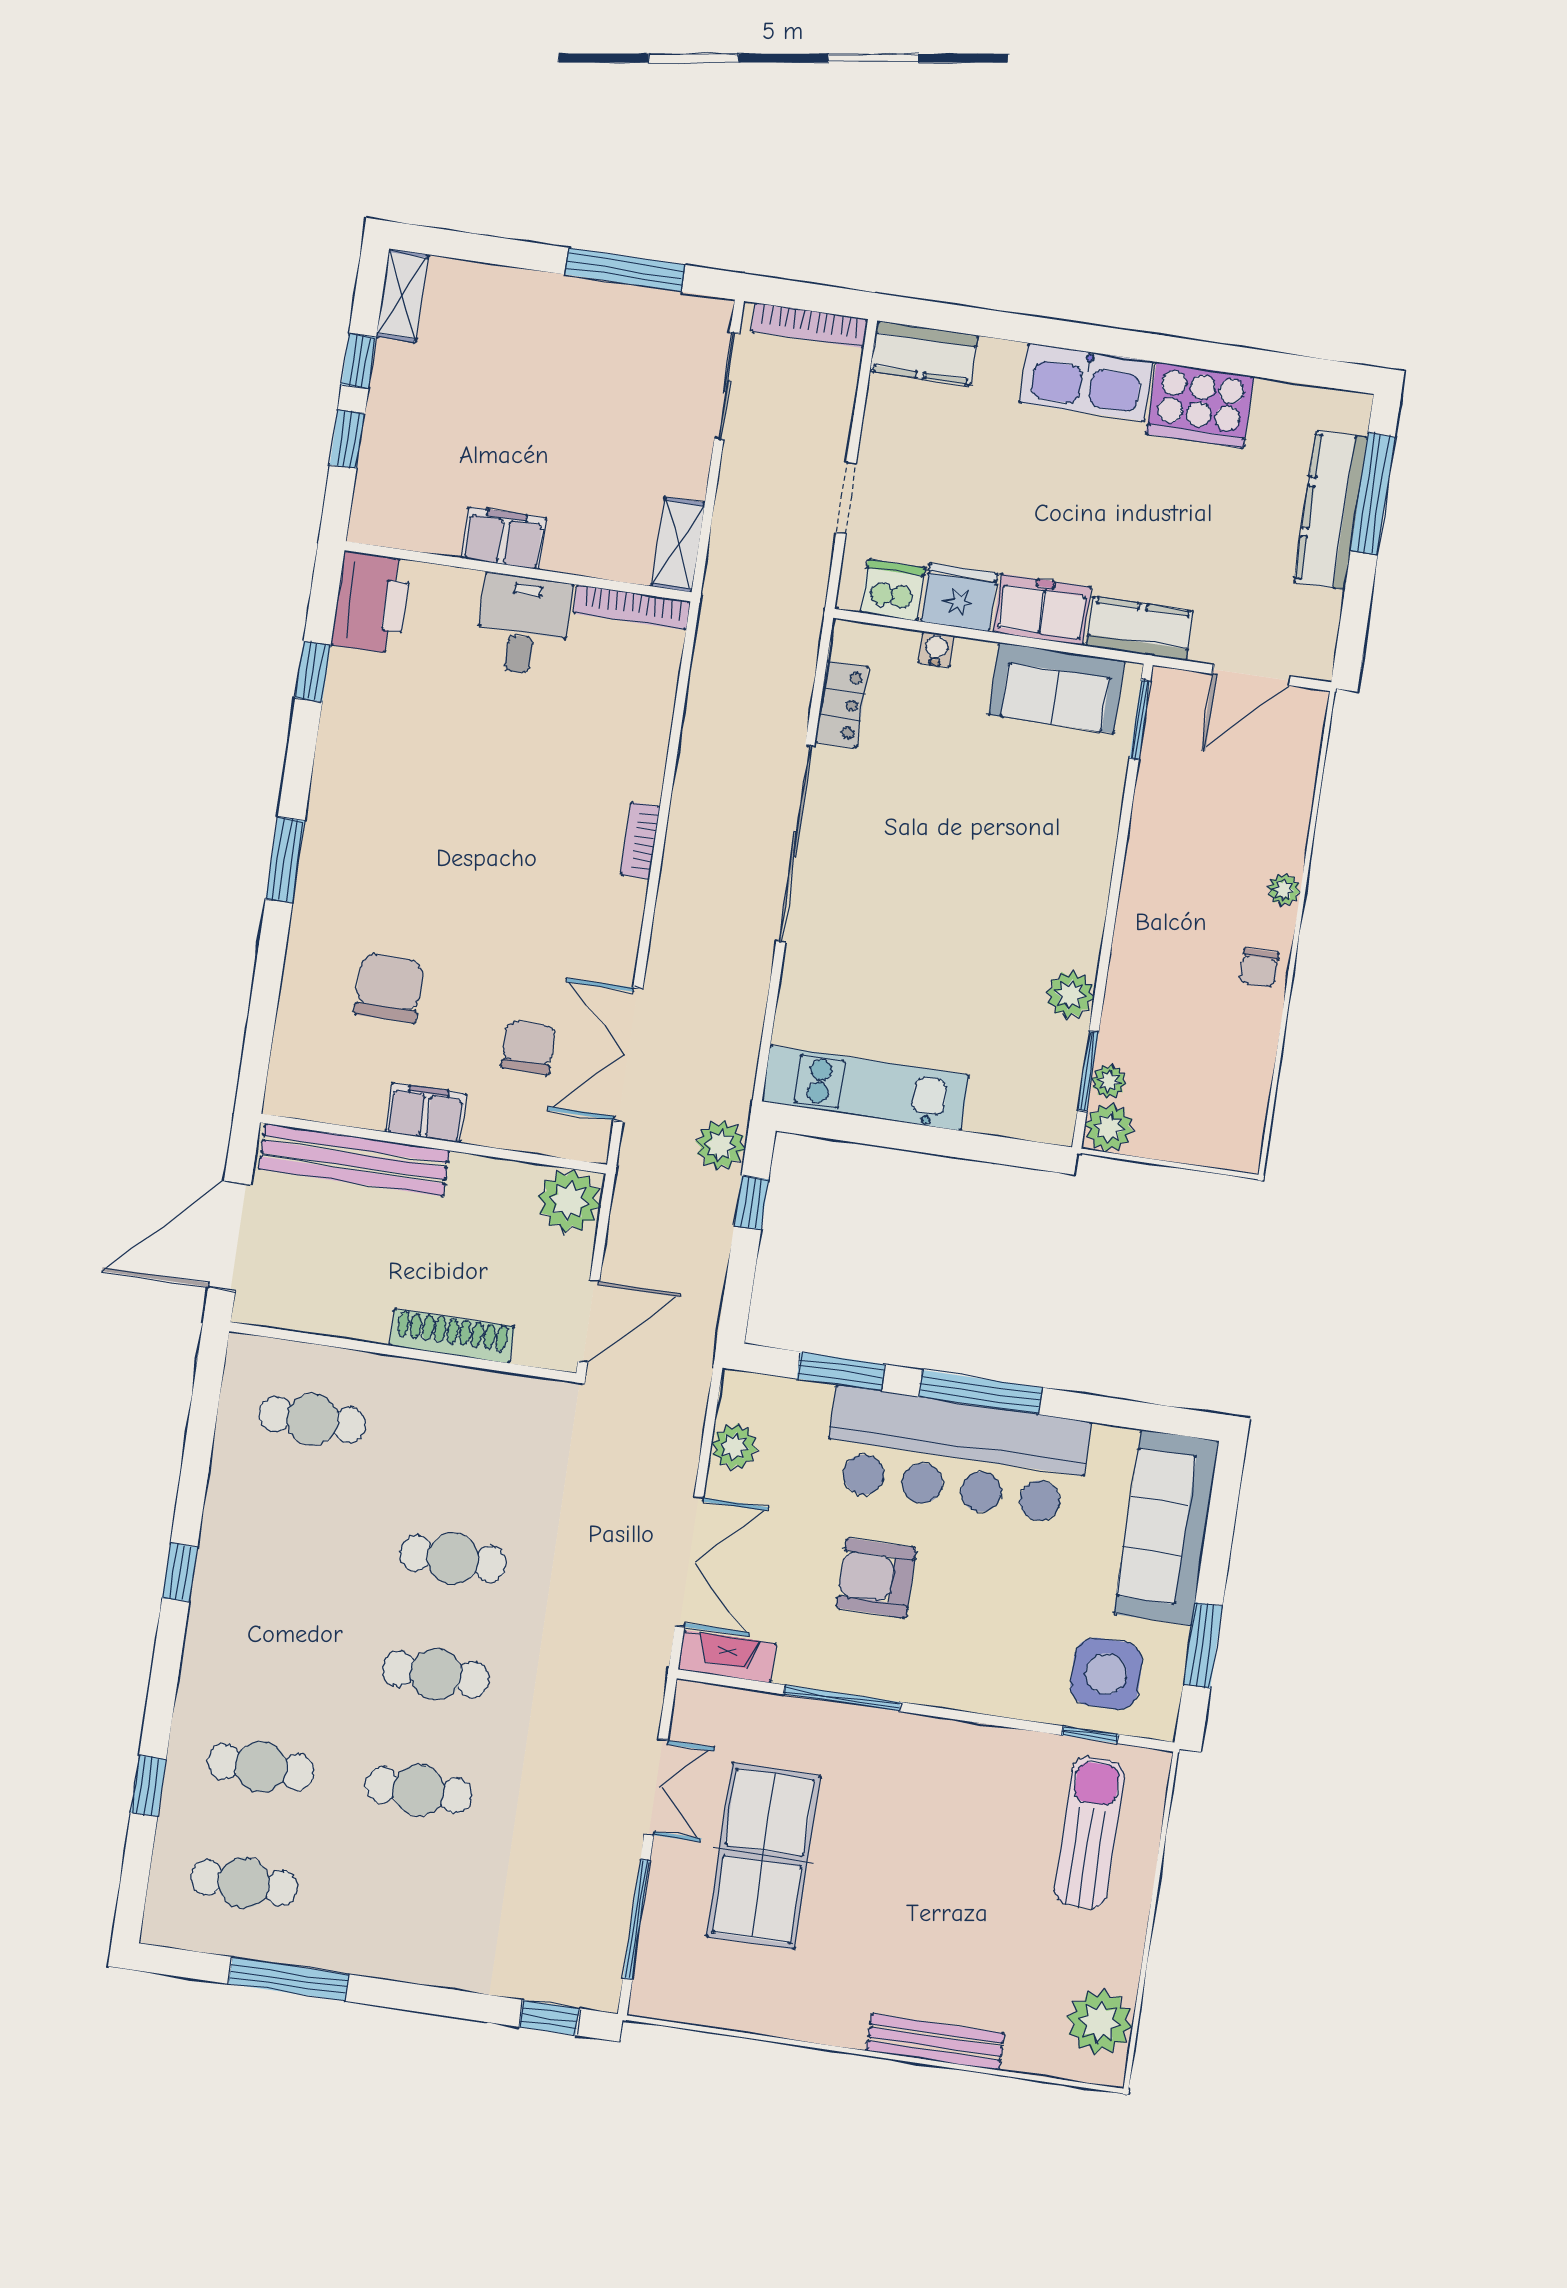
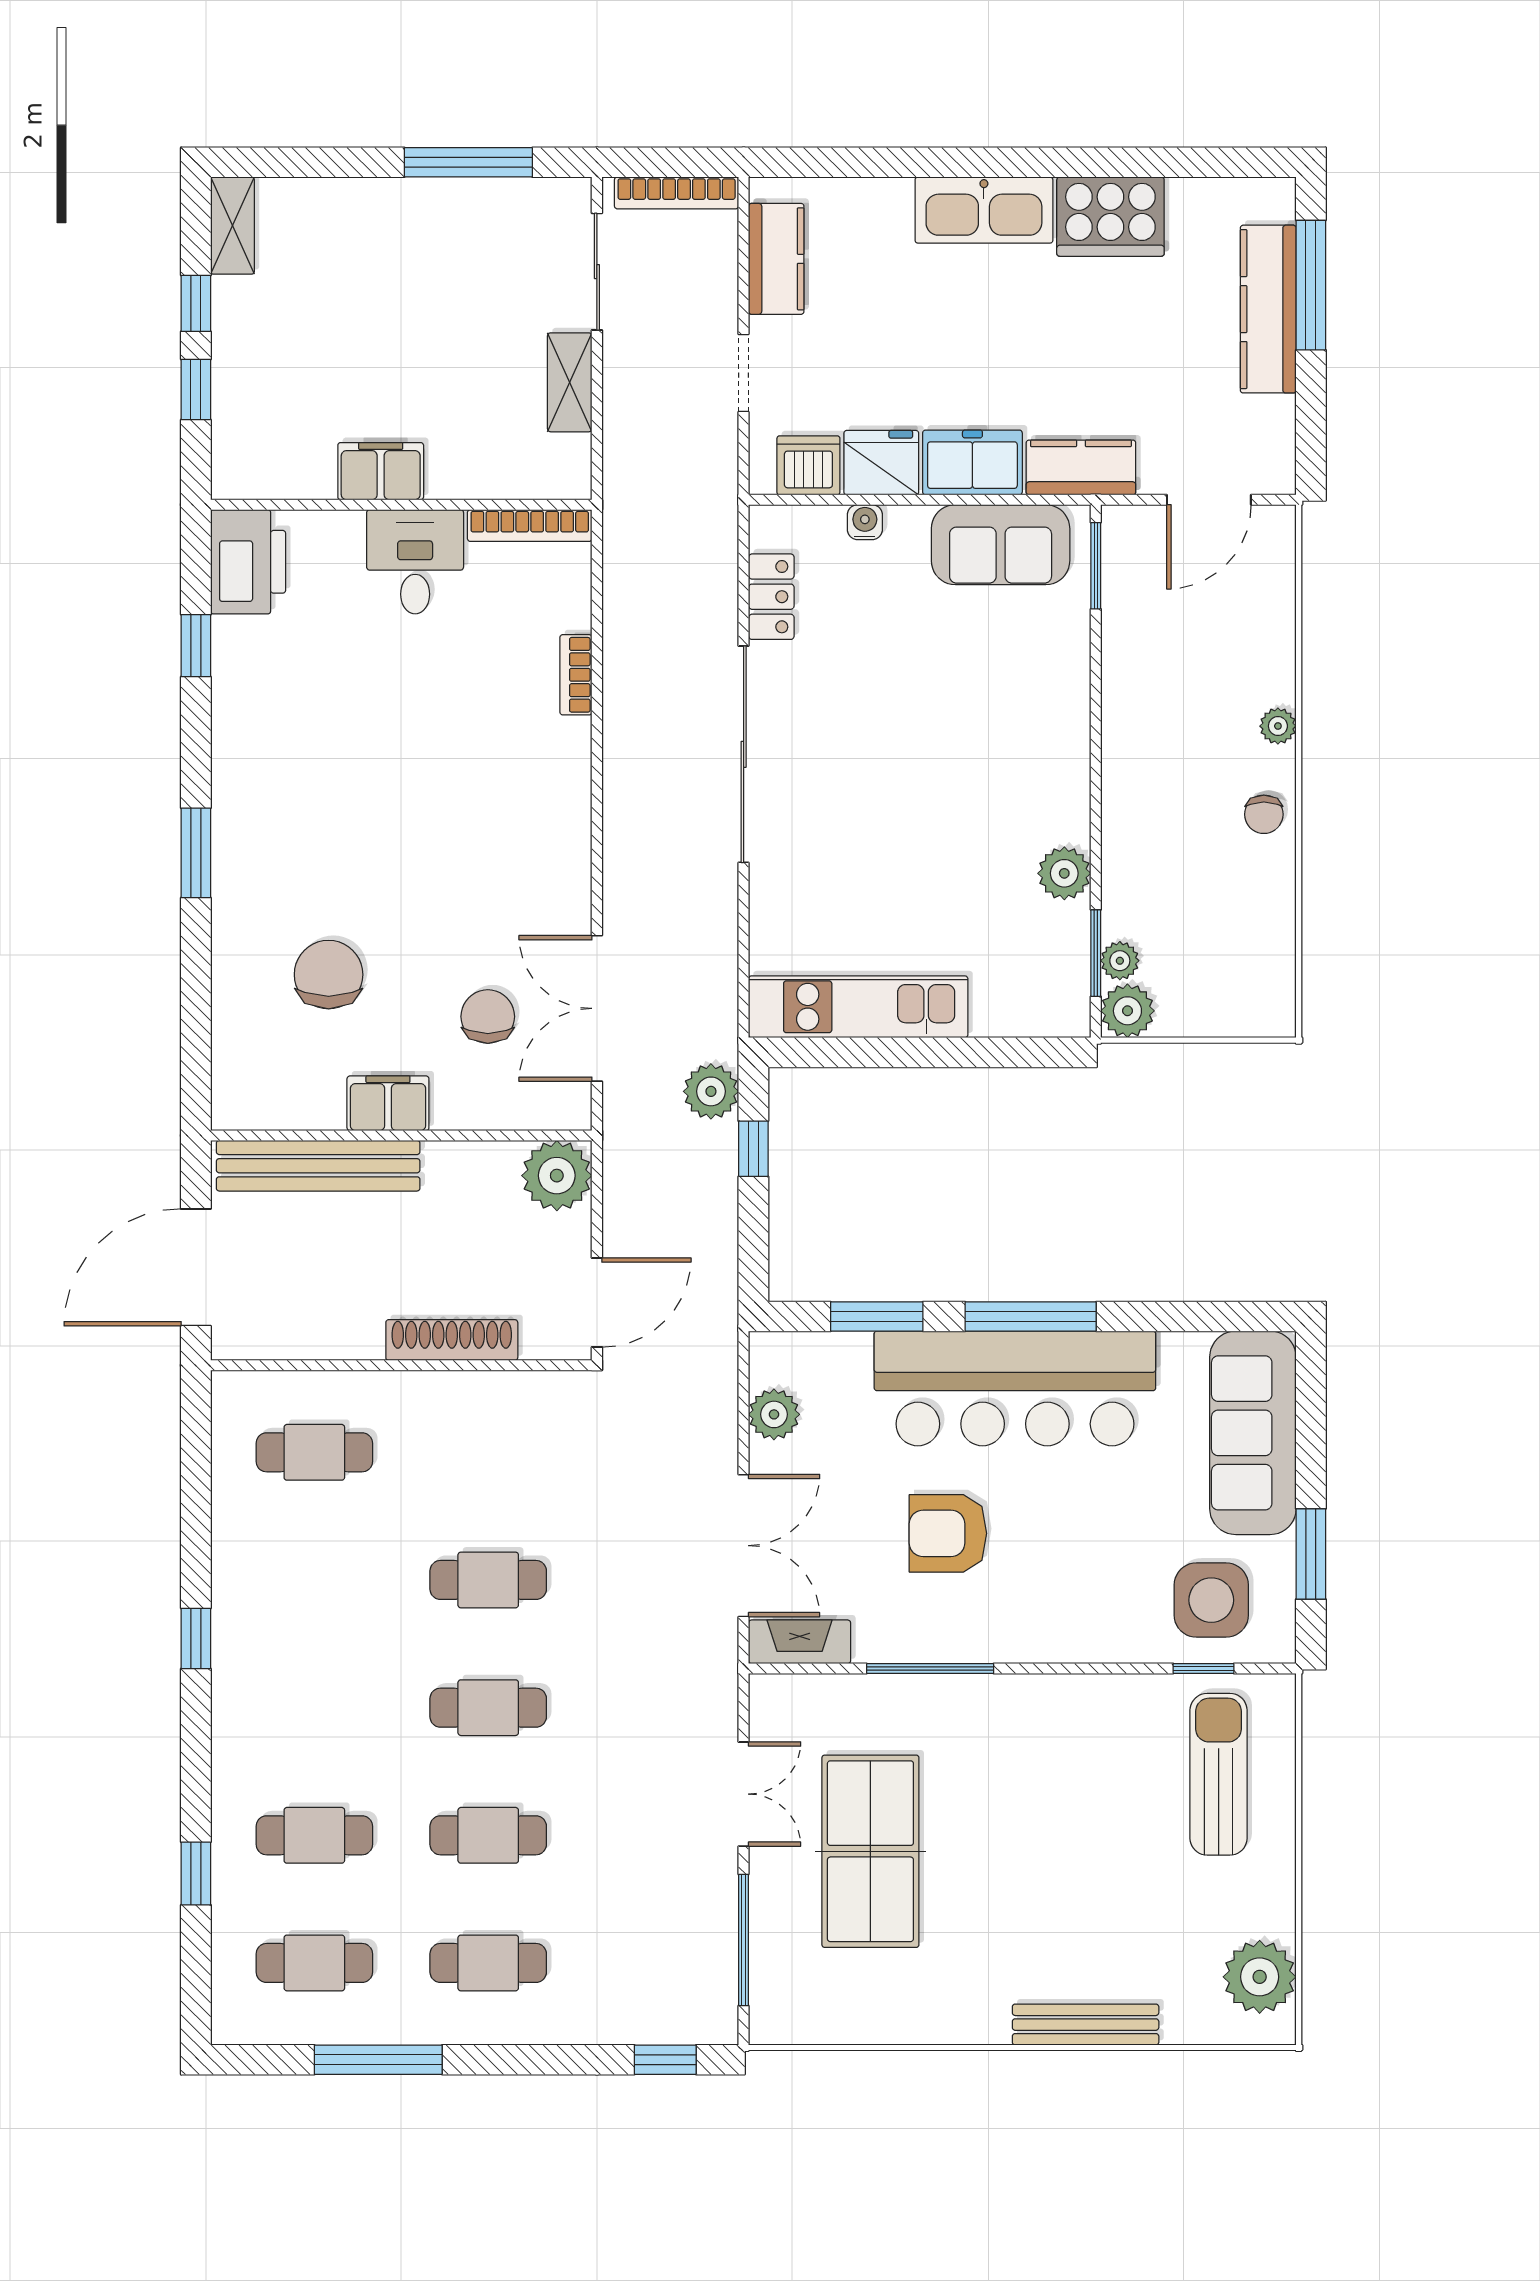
kitchen counter: (924, 353) -> (776, 259), moved, turned -90
shelving: (678, 545) -> (570, 382), moved
bookcase: (640, 841) -> (576, 675), moved
cafe table: (402, 1906) -> (488, 1963), added

